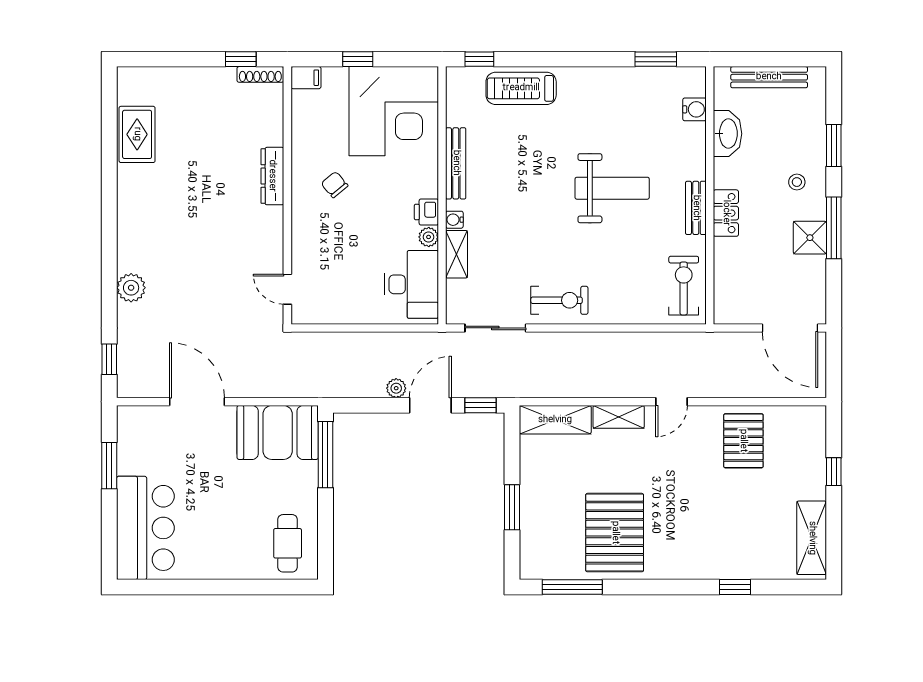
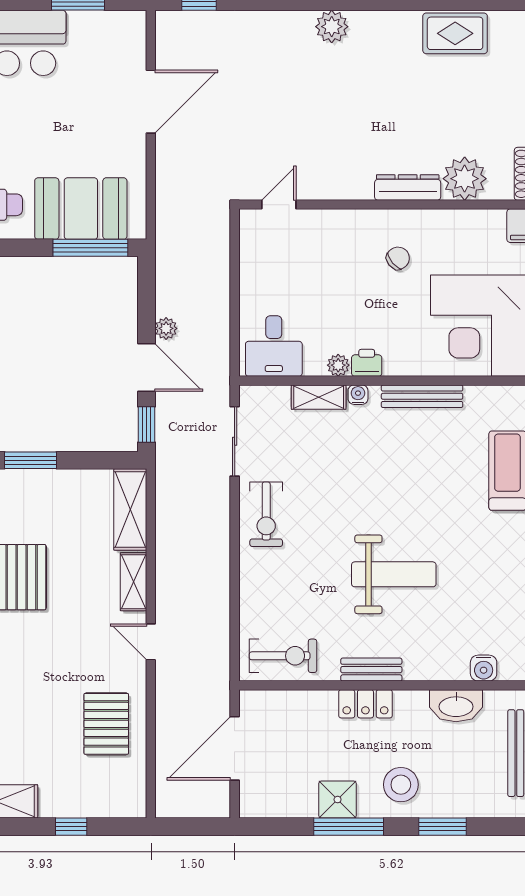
plant: (265, 126) -> (465, 179), added
stool: (797, 182) -> (401, 785), width x1.89, depth x1.89
weight bench: (612, 188) -> (394, 574), turned -90
desk: (412, 284) -> (274, 346), width x0.73
plant: (131, 288) -> (332, 27), moved
door: (790, 328) -> (235, 748), moved
booth: (278, 432) -> (81, 209), moved, turned 90
pallet: (743, 441) -> (106, 724), turned 90

